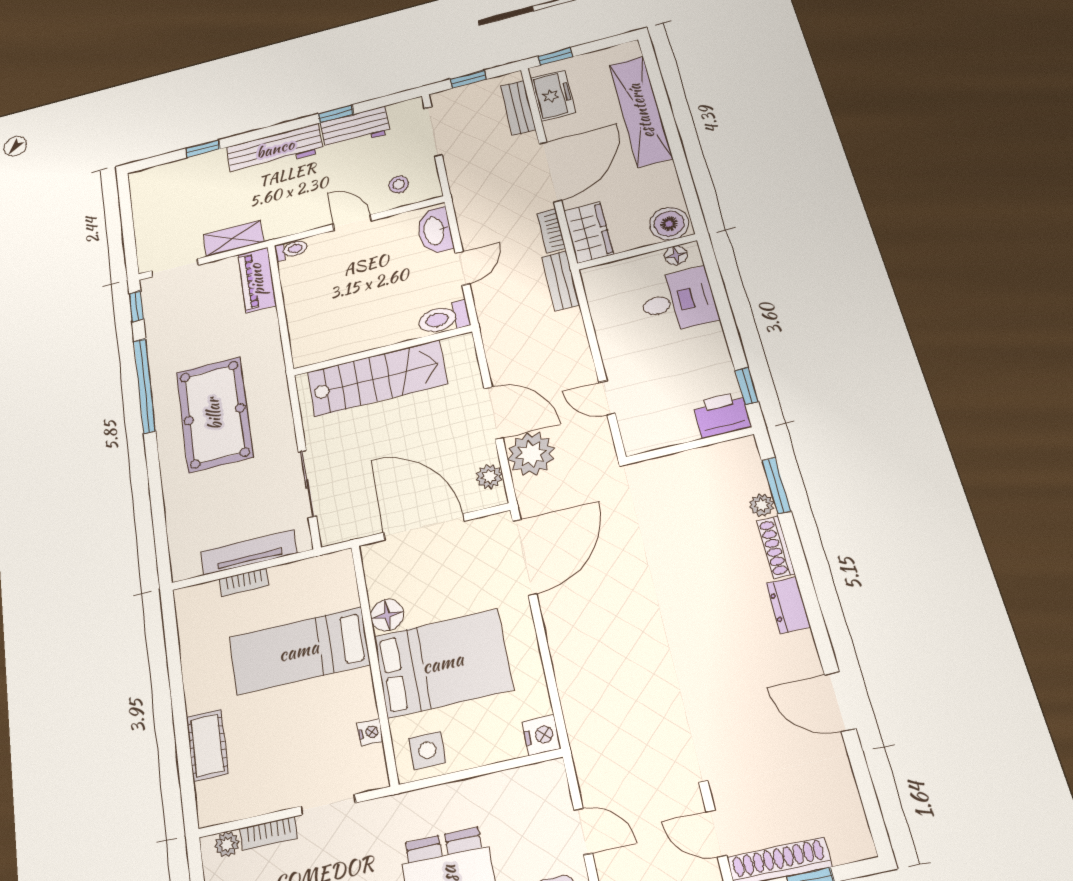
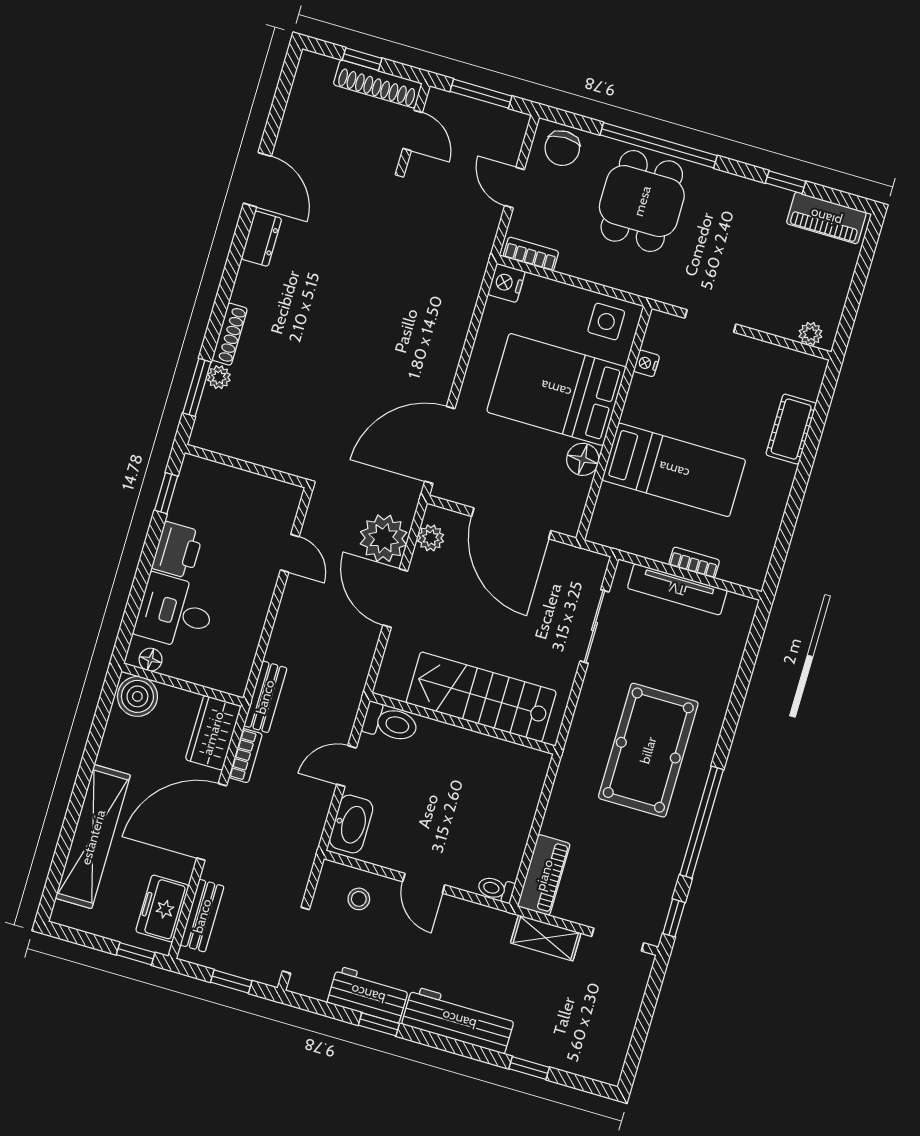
printer: (722, 415) -> (178, 550), moved, turned -90
dresser: (788, 605) -> (261, 239), moved
bookcase: (269, 833) -> (531, 254), moved

